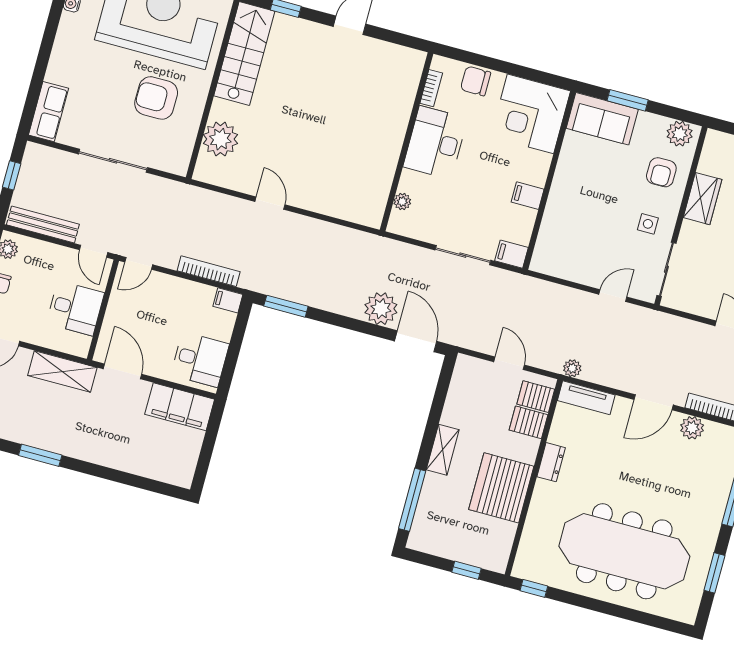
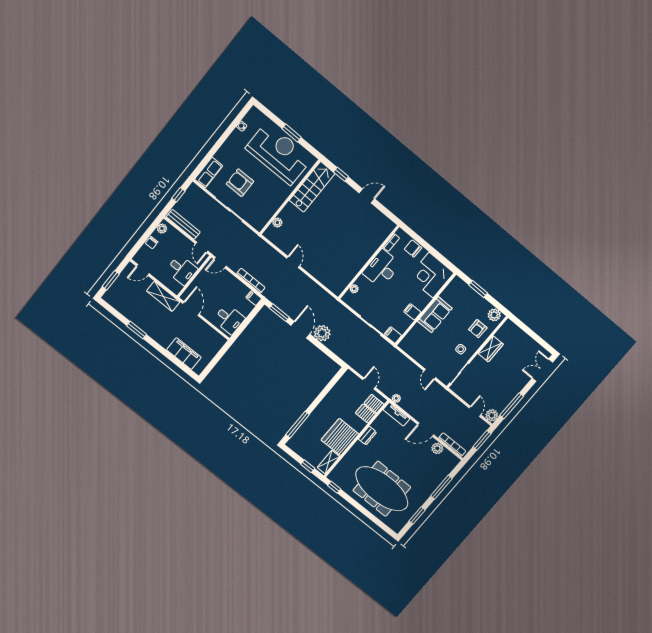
armchair: (156, 98) -> (240, 183), moved
sofa: (602, 119) -> (435, 315), moved, turned -90
plant: (220, 139) -> (277, 223), width x0.53, depth x0.53
door: (613, 296) -> (430, 374), swing flipped
door: (416, 341) -> (300, 330), moved
filing cabinet: (180, 407) -> (184, 354), moved, turned 180
shelving: (443, 450) -> (328, 462), moved

